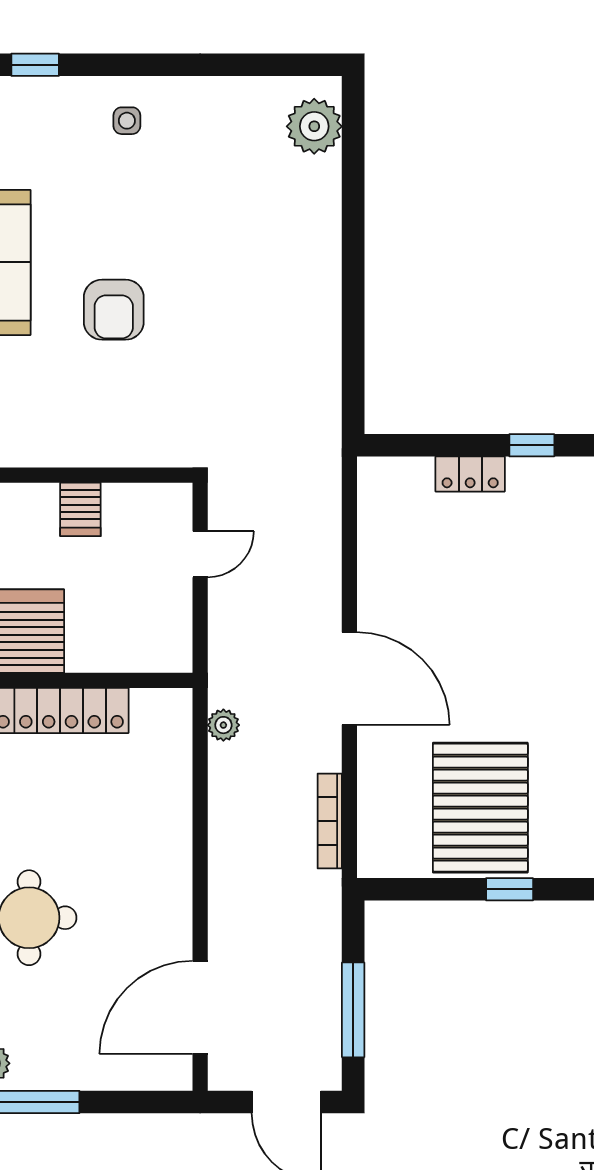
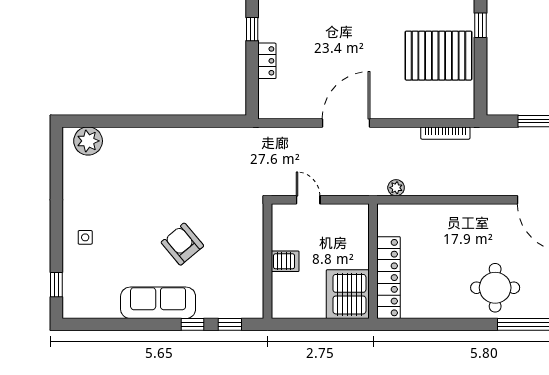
armchair: (114, 310) -> (182, 244), turned -130
door: (349, 679) -> (346, 123), moved
window: (510, 889) -> (480, 25), moved

